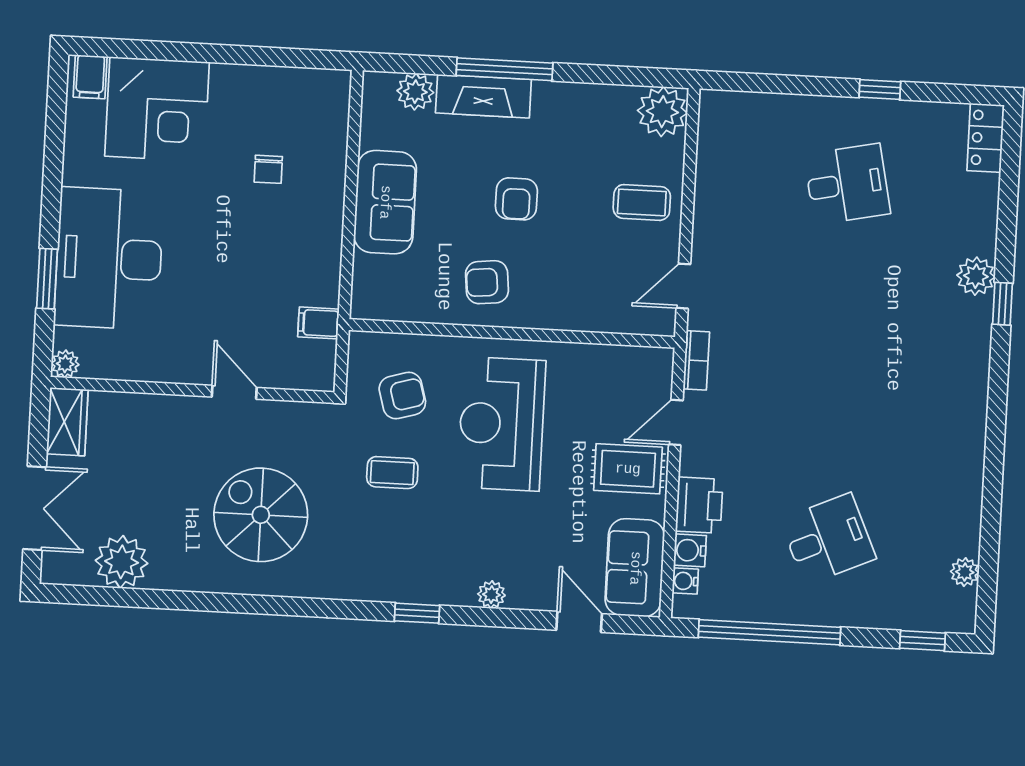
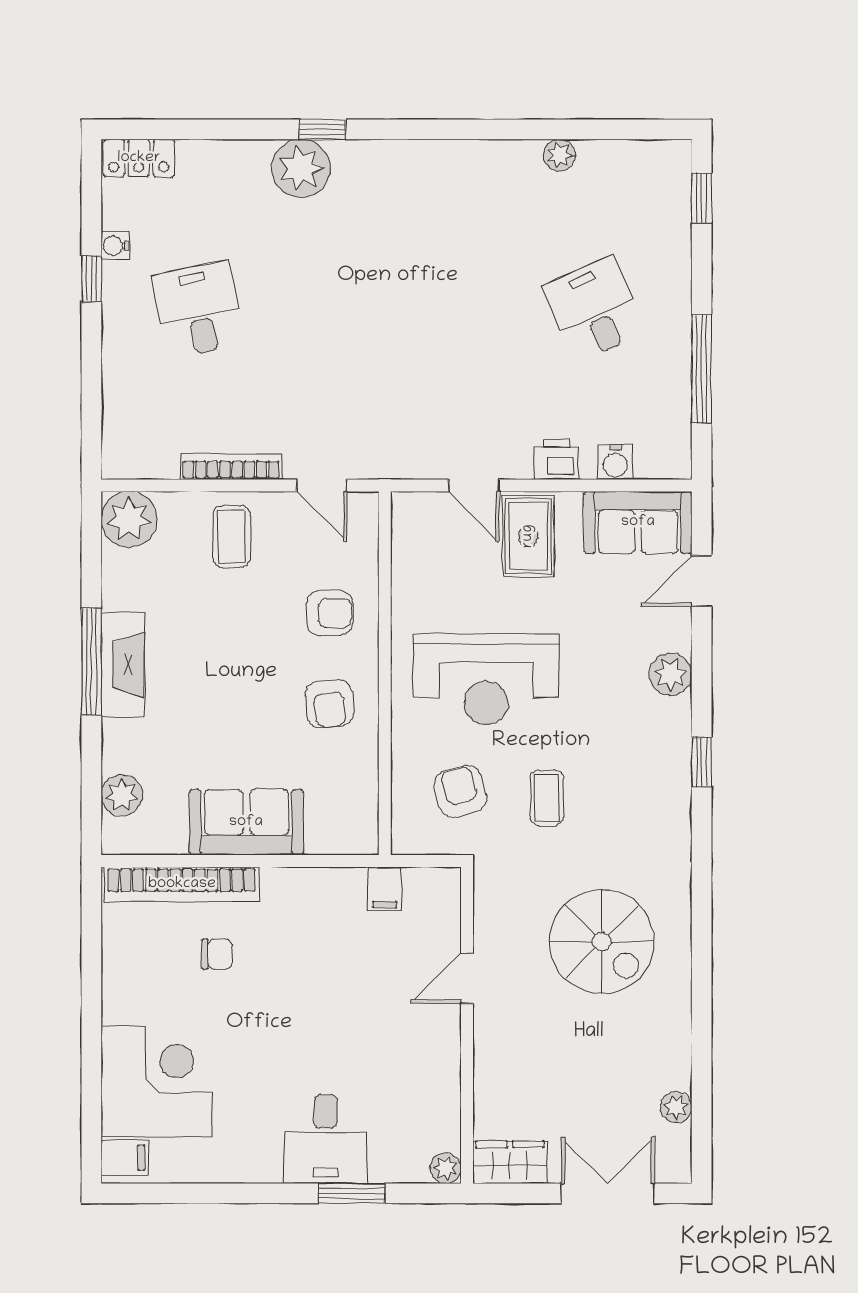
window: (504, 69) -> (91, 662), moved
fireplace: (483, 96) -> (123, 665), moved
bookcase: (332, 141) -> (182, 884), added
armchair: (516, 199) -> (330, 613), moved
desk: (109, 258) -> (326, 1139), width x0.53, depth x0.77
plant: (976, 276) -> (301, 168), width x1.36, depth x1.36
bookcase: (696, 360) -> (231, 467), moved, width x1.56
printer: (699, 505) -> (556, 459), width x0.73, depth x0.81
spiral stairs: (261, 515) -> (602, 942), turned -90
plant: (122, 562) -> (676, 1107), width x0.53, depth x0.53
plant: (965, 572) -> (559, 155), moved
water cooler: (685, 581) -> (115, 246), moved, turned 90
plant: (491, 595) -> (671, 674), width x1.38, depth x1.38
window: (769, 632) -> (702, 369), width x0.68

